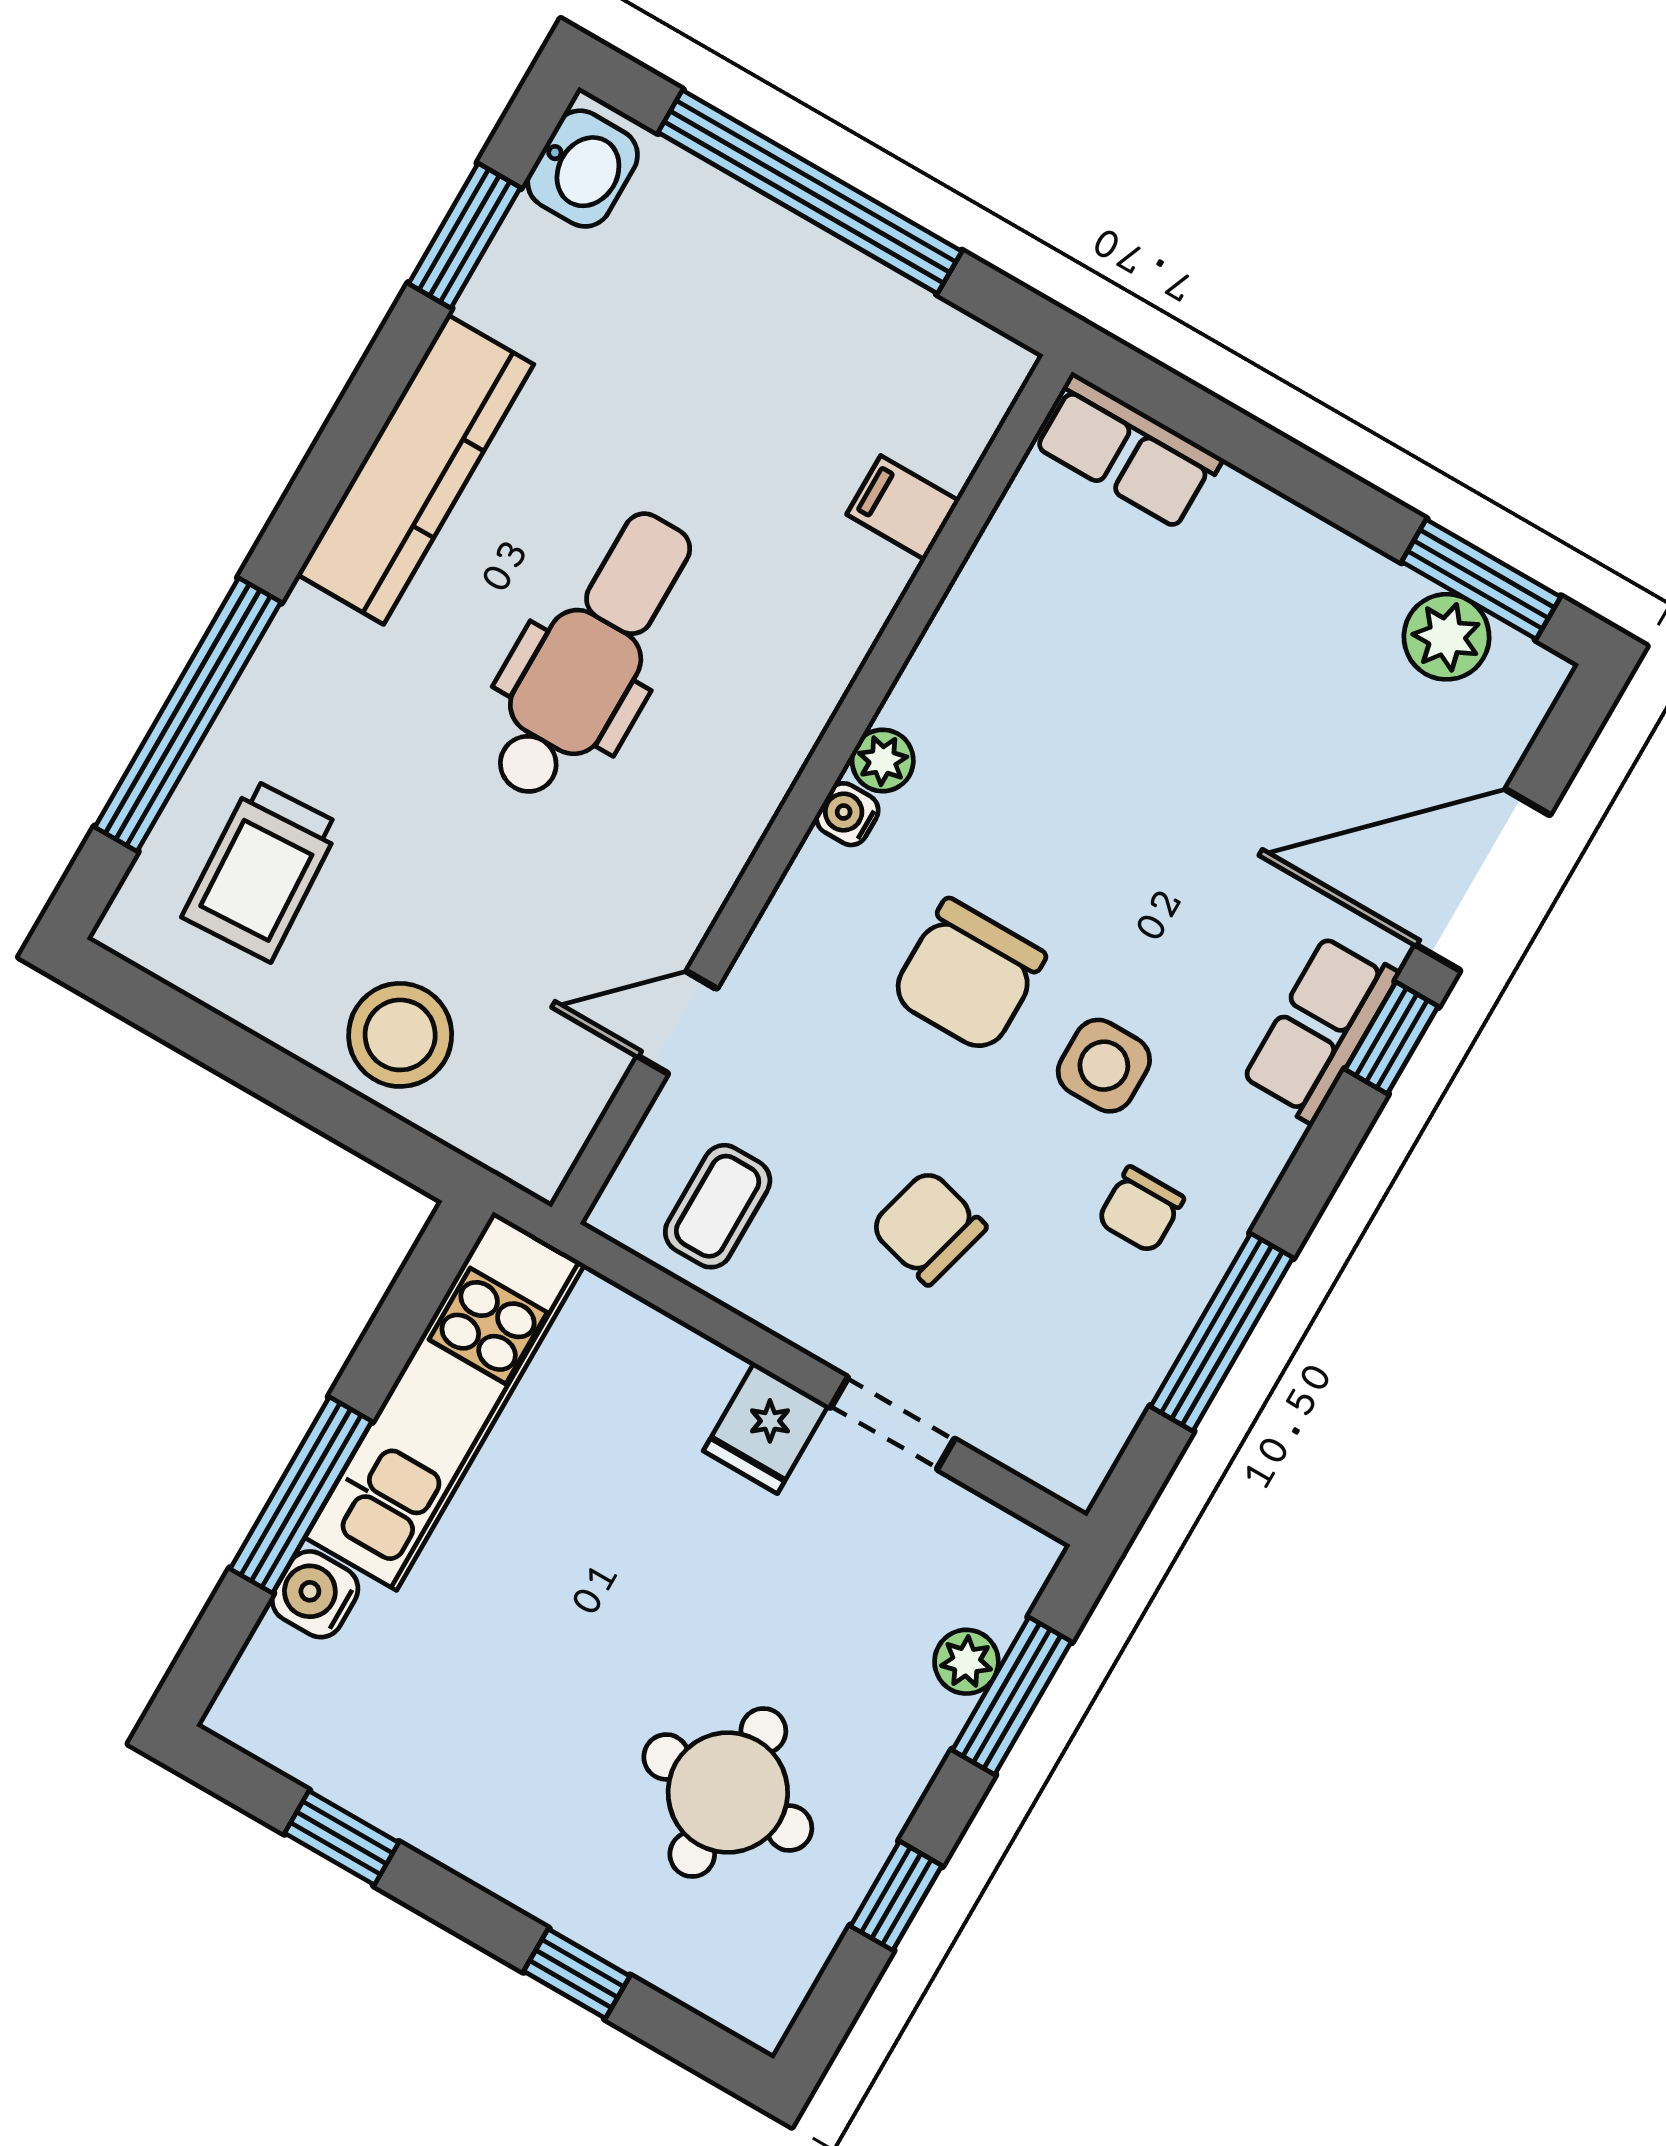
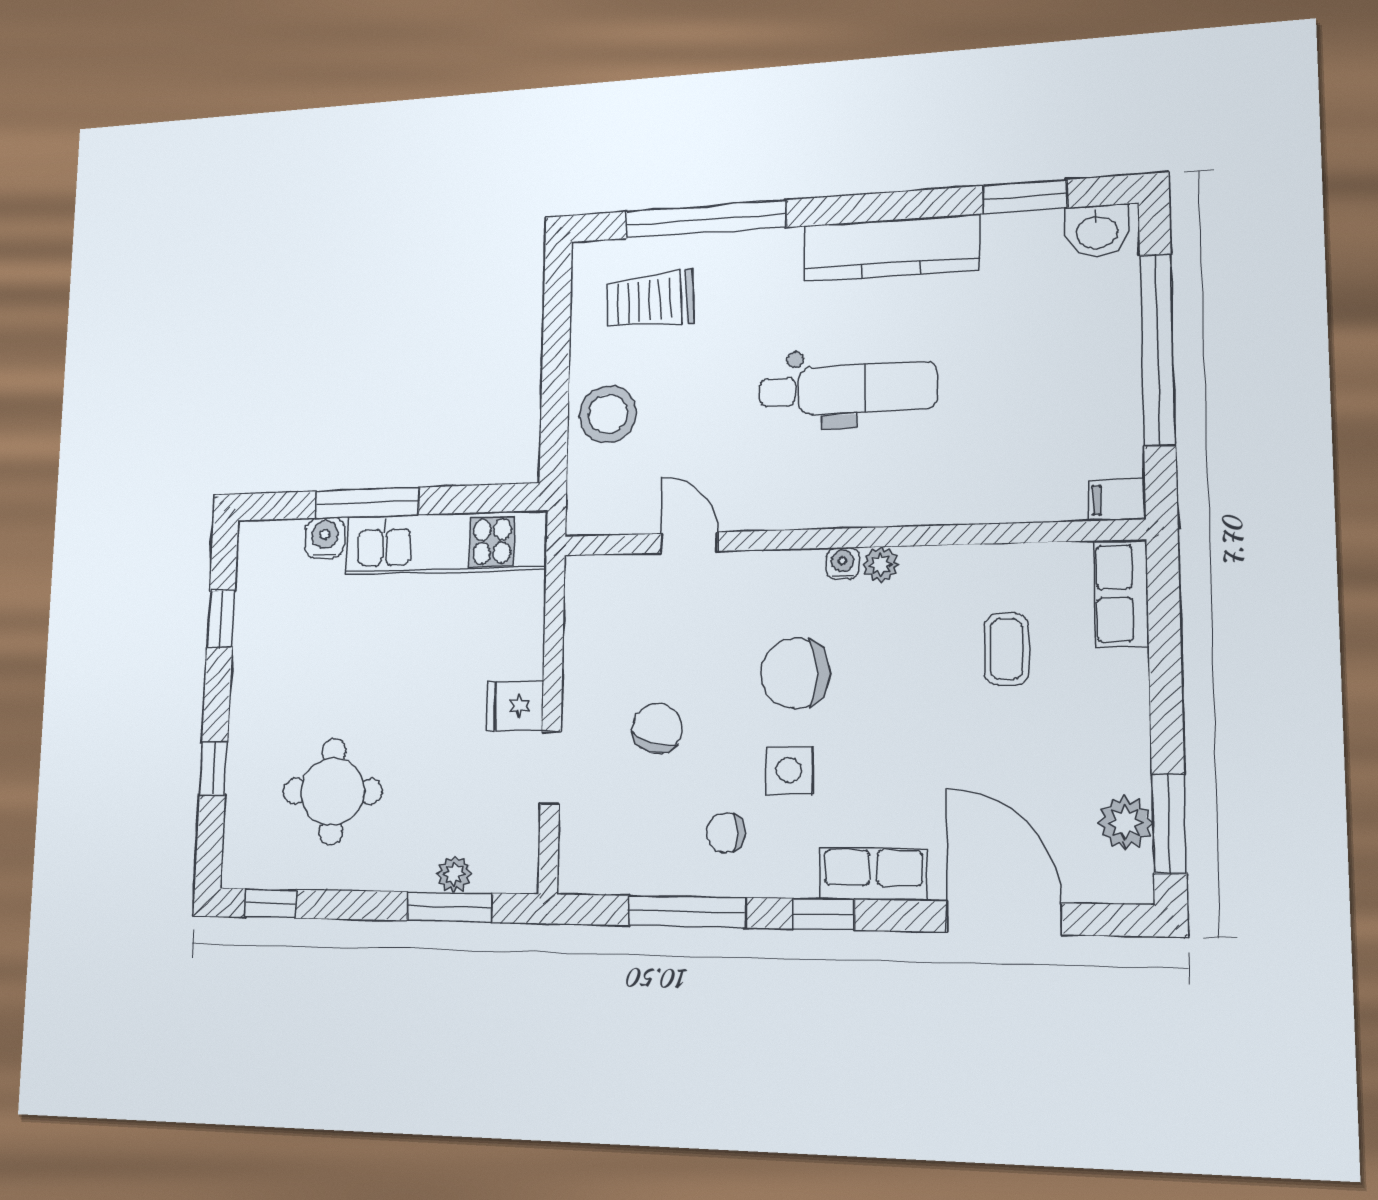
filing cabinet: (903, 508) -> (1117, 500), moved, turned -90
window: (1392, 1038) -> (824, 914), moved
coffee table: (718, 1206) -> (1007, 649), moved, turned 90
window: (896, 1896) -> (270, 903), moved

